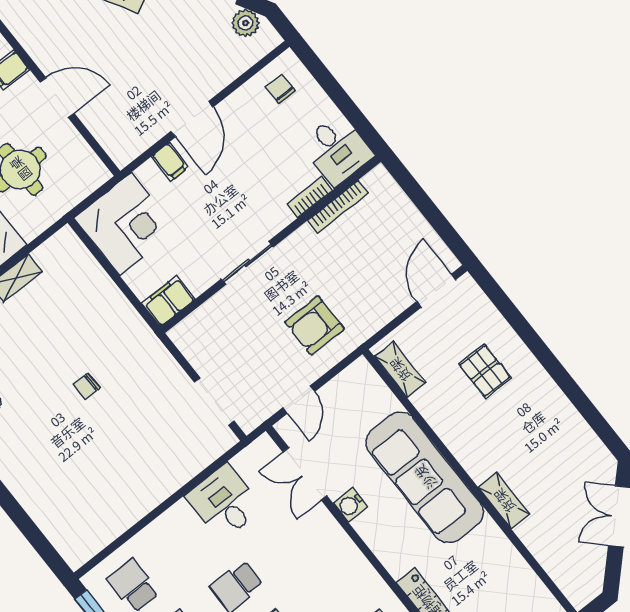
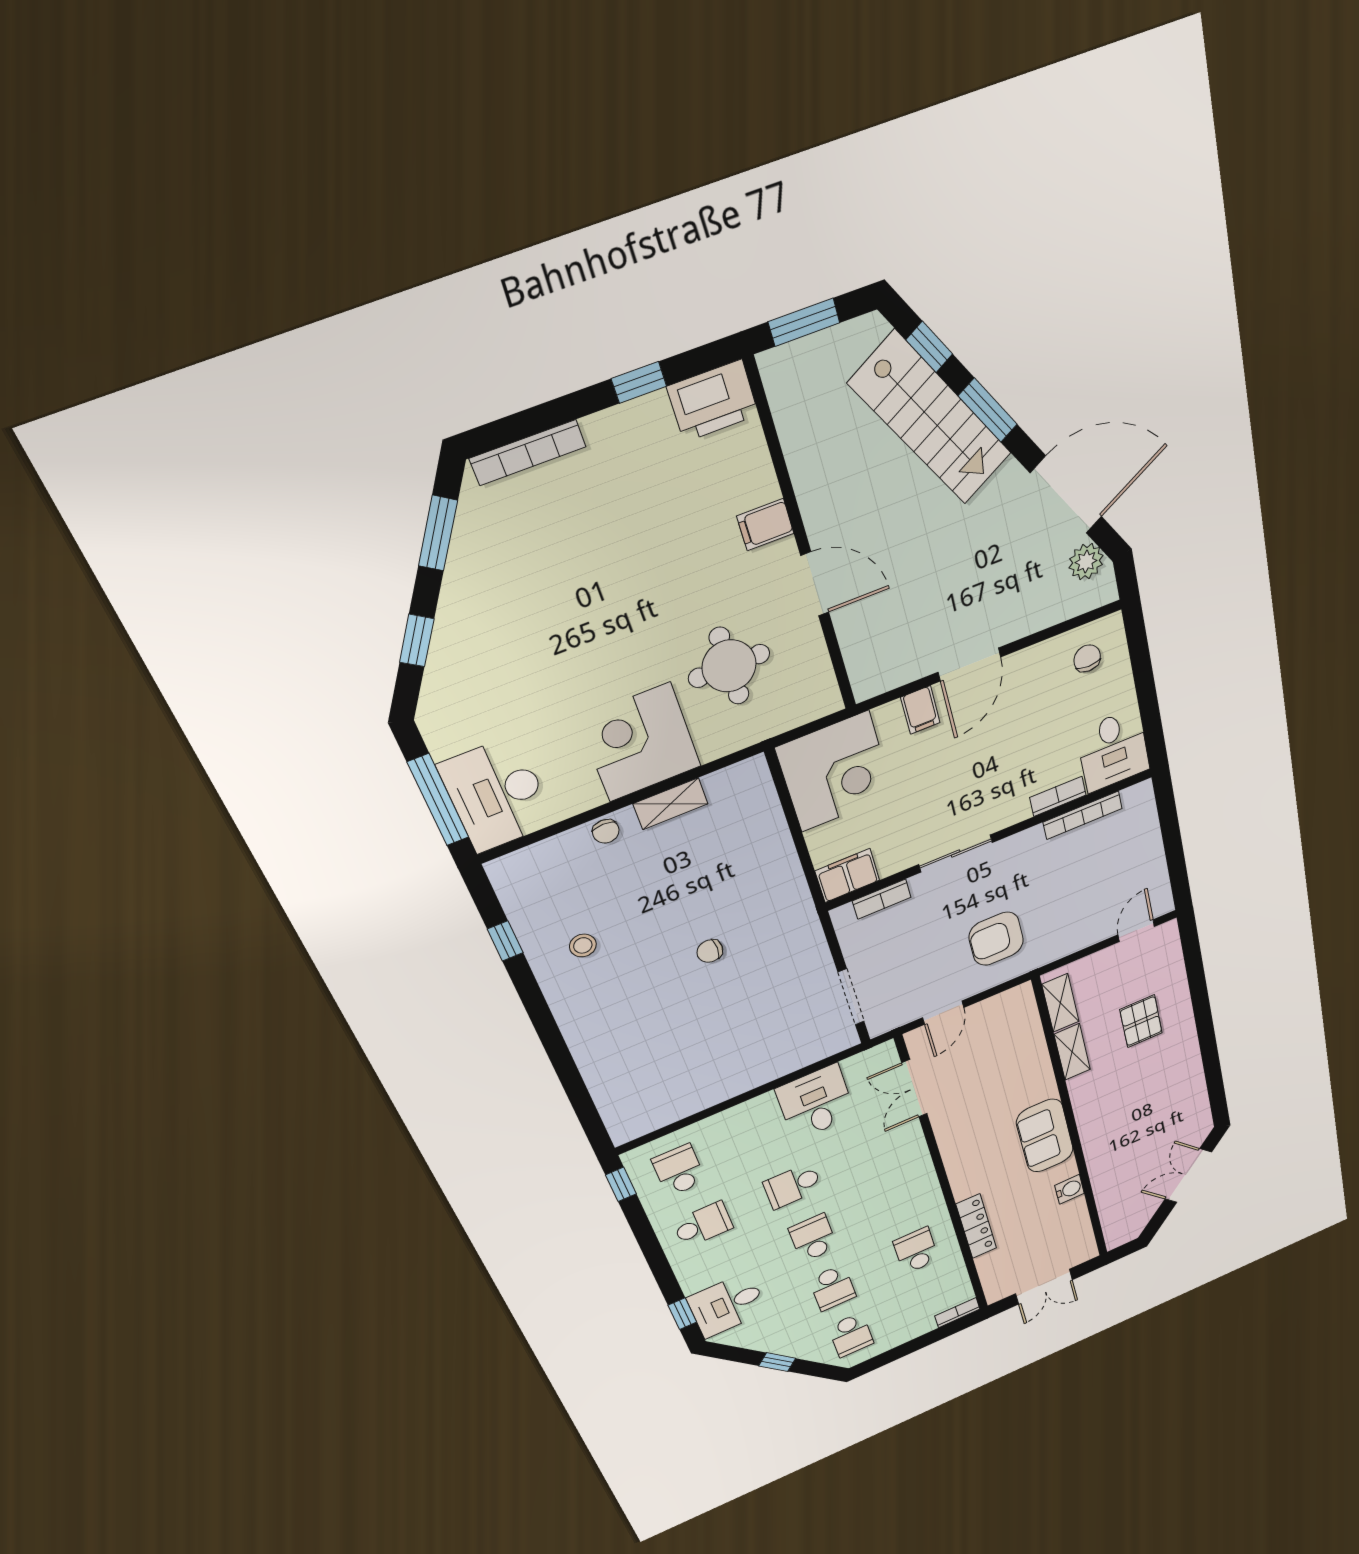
door: (436, 291) -> (1136, 931), width x0.73
bookcase: (204, 314) -> (882, 899), added
sofa: (425, 477) -> (1045, 1136), width x0.54, depth x0.79
shelving: (504, 501) -> (1072, 1052), moved
water cooler: (350, 505) -> (1069, 1189), moved, turned 180

